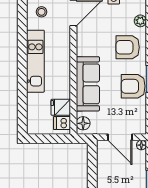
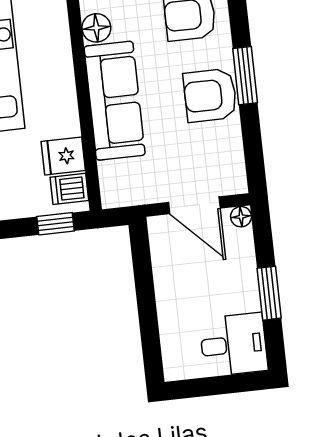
floor lamp: (83, 123) -> (96, 28), moved
window: (54, 139) -> (55, 224), added

